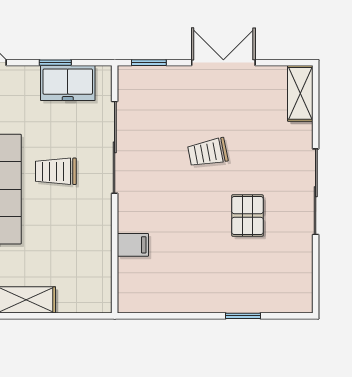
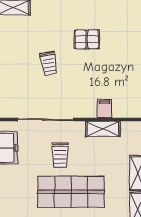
shelving: (99, 242) -> (103, 129), added

